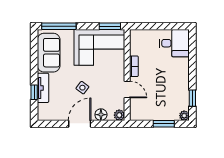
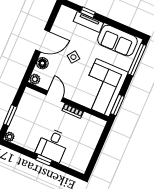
desk: (174, 43) -> (53, 145), moved
door: (127, 90) -> (55, 96), swing flipped
window: (192, 98) -> (44, 160), moved
door: (80, 124) -> (43, 41), hinge flipped

